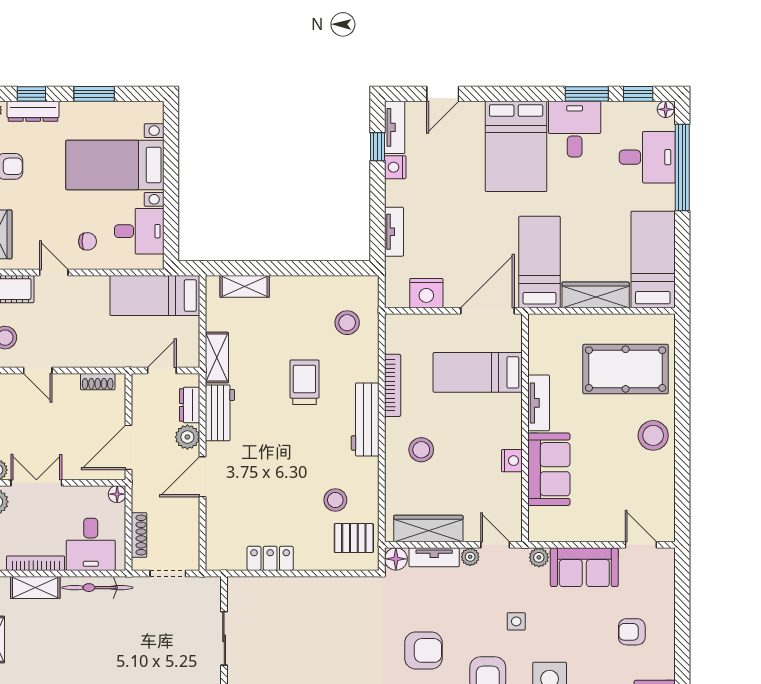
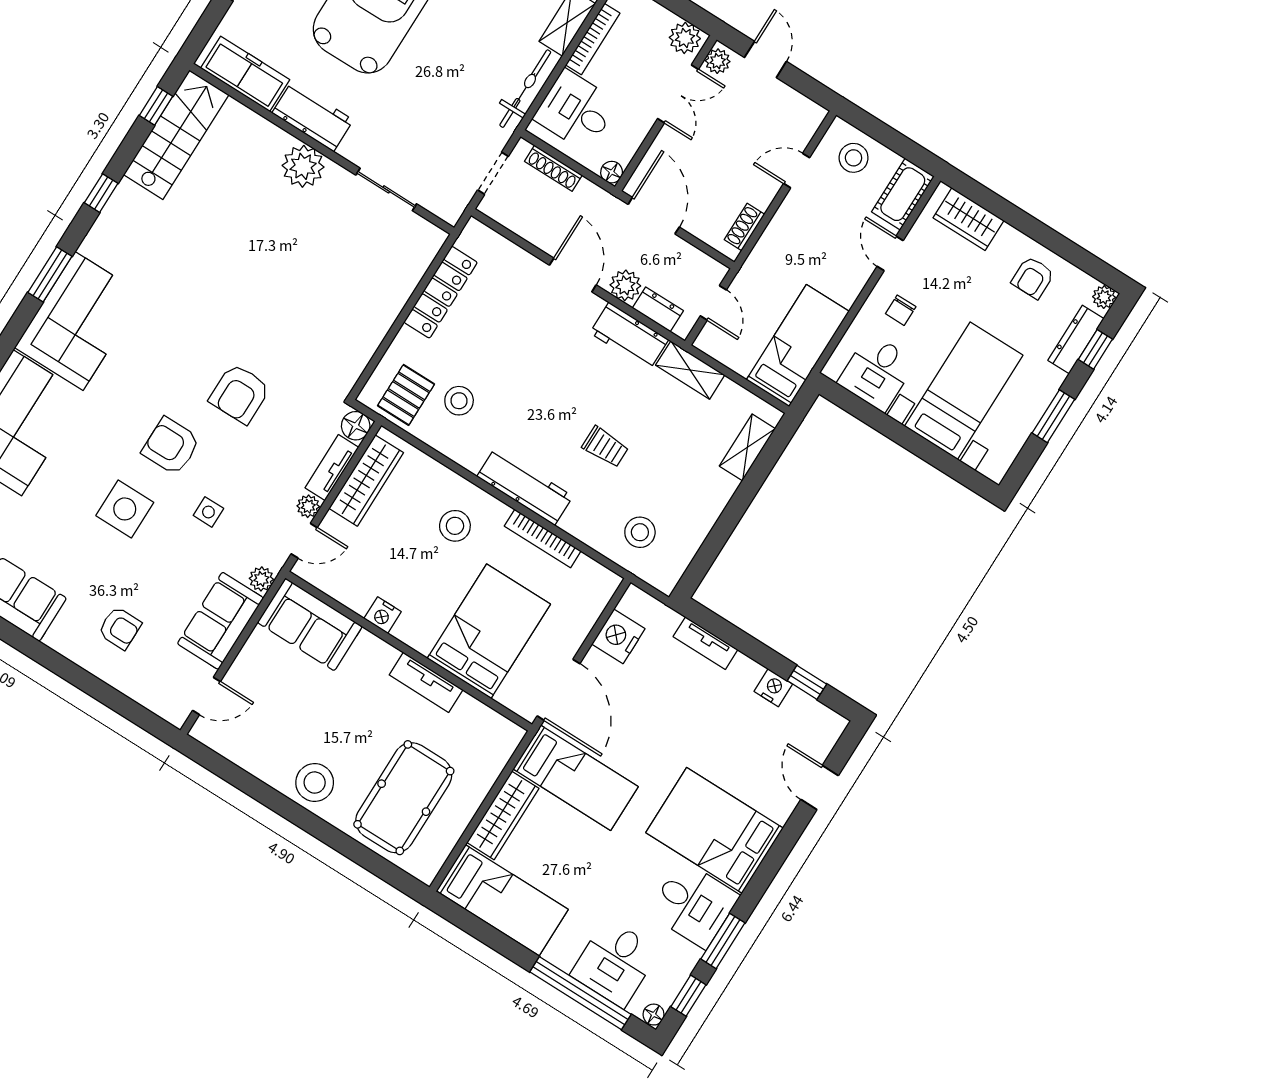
tv unit: (395, 127) -> (816, 714), removed
door: (54, 273) -> (890, 253), swing flipped
bed: (478, 372) -> (489, 631), width x1.50
trolley: (304, 382) -> (605, 447), width x0.73, depth x0.72
sofa: (549, 469) -> (310, 624), moved
locker: (270, 558) -> (441, 292), width x1.53
armchair: (632, 632) -> (120, 628), turned 90

